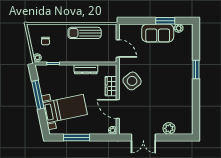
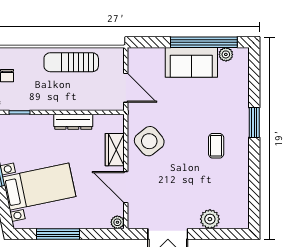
window: (165, 21) -> (204, 42), width x2.11
coffee table: (173, 84) -> (216, 146), added

